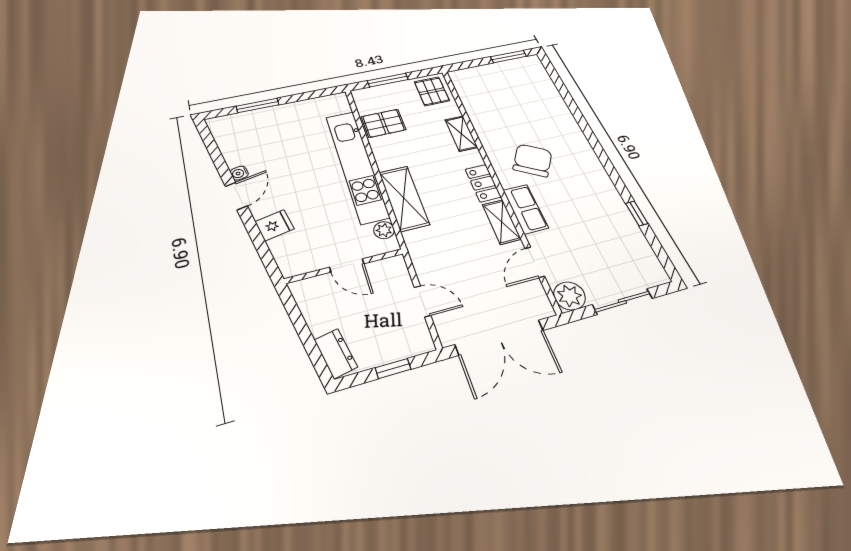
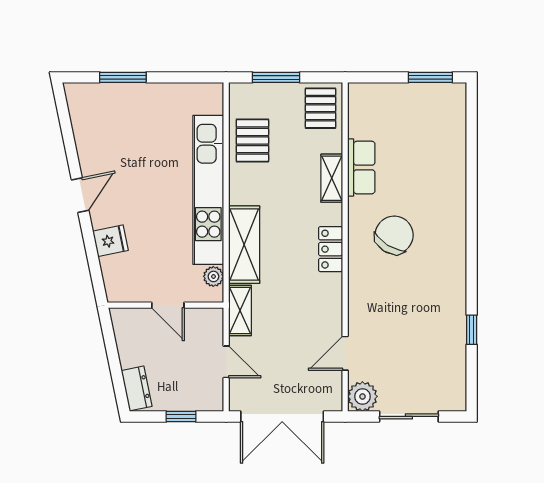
pallet: (383, 123) -> (252, 141), turned 90
water cooler: (239, 173) -> (88, 167), removed
row of seats: (525, 209) -> (361, 168), moved
shelving: (502, 222) -> (240, 310), moved

